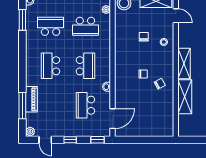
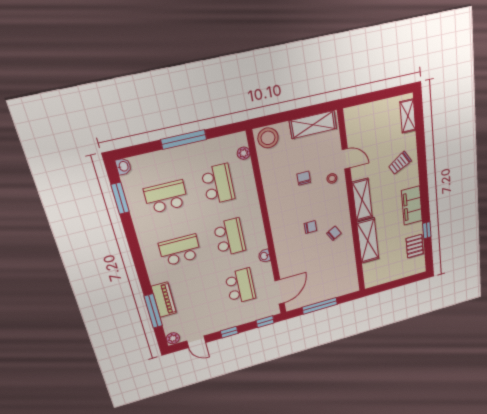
door: (176, 16) -> (346, 159), moved
school desk: (85, 26) -> (218, 184), turned -90
school desk: (51, 66) -> (180, 250), turned 90
school desk: (85, 105) -> (240, 286), turned 180
window: (141, 140) -> (320, 306), added

